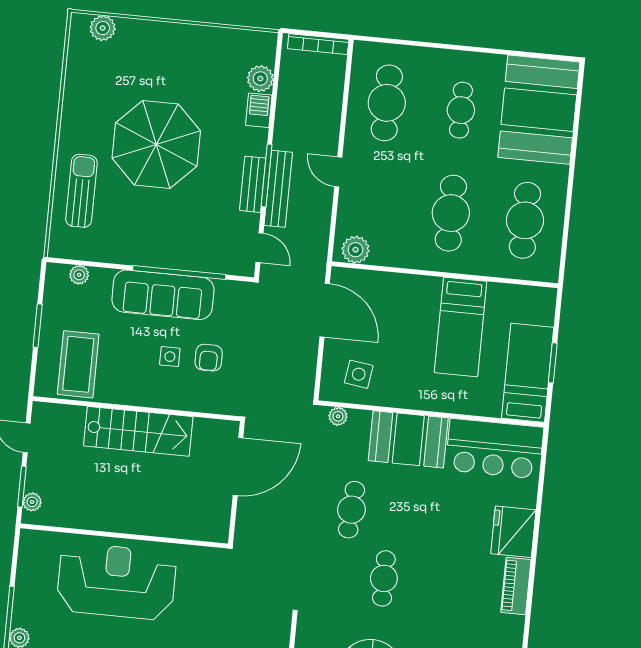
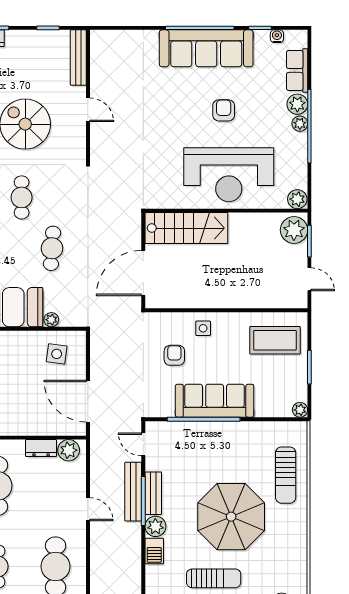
sun lounger: (186, 68) -> (214, 578), added
plant: (260, 79) -> (155, 526), moved
dresser: (390, 256) -> (41, 448), added
plant: (79, 275) -> (300, 410), moved
side table: (170, 357) -> (203, 328), moved
coffee table: (78, 364) -> (275, 340), turned 90
plant: (338, 416) -> (51, 320), moved
stairs: (138, 431) -> (186, 228), moved, turned 180
plant: (32, 502) -> (294, 230), width x1.87, depth x1.87
plant: (32, 542) -> (297, 199), added

